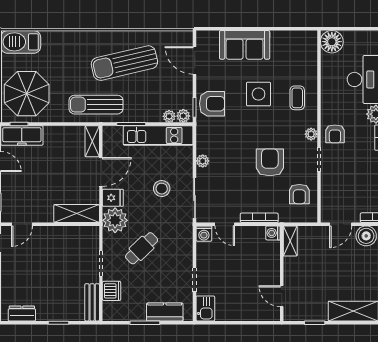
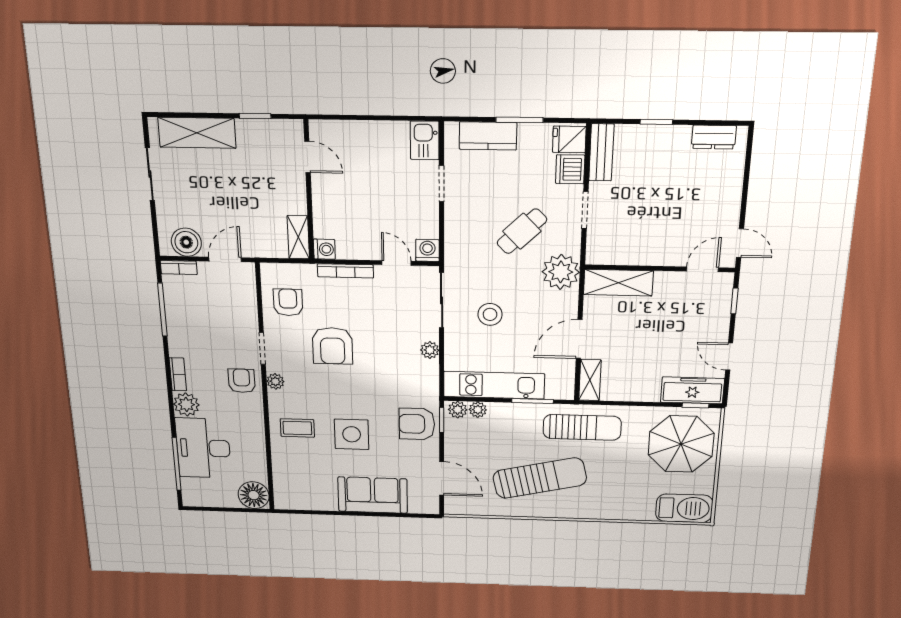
coffee table: (297, 98) -> (297, 428), turned 90
fridge: (113, 198) -> (569, 139), moved

